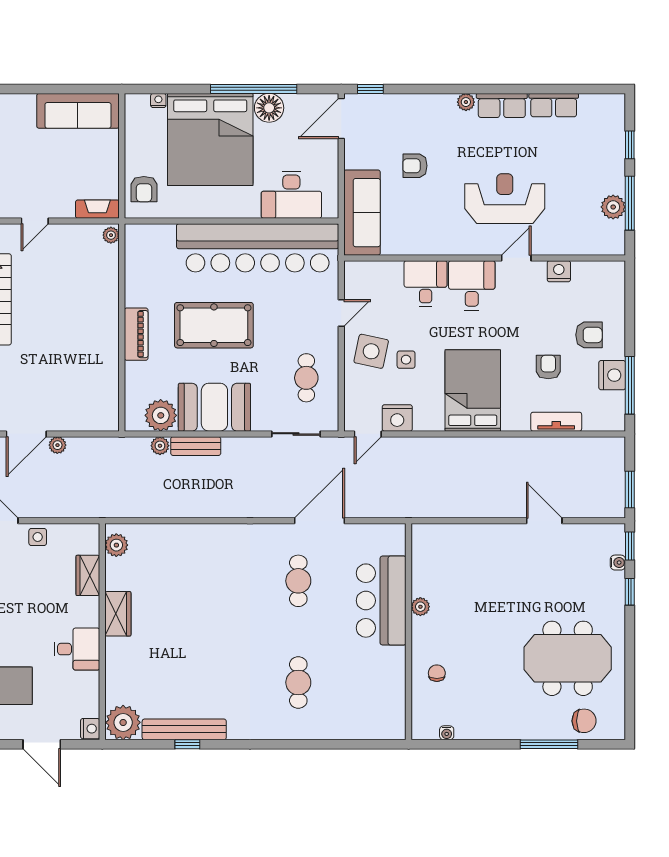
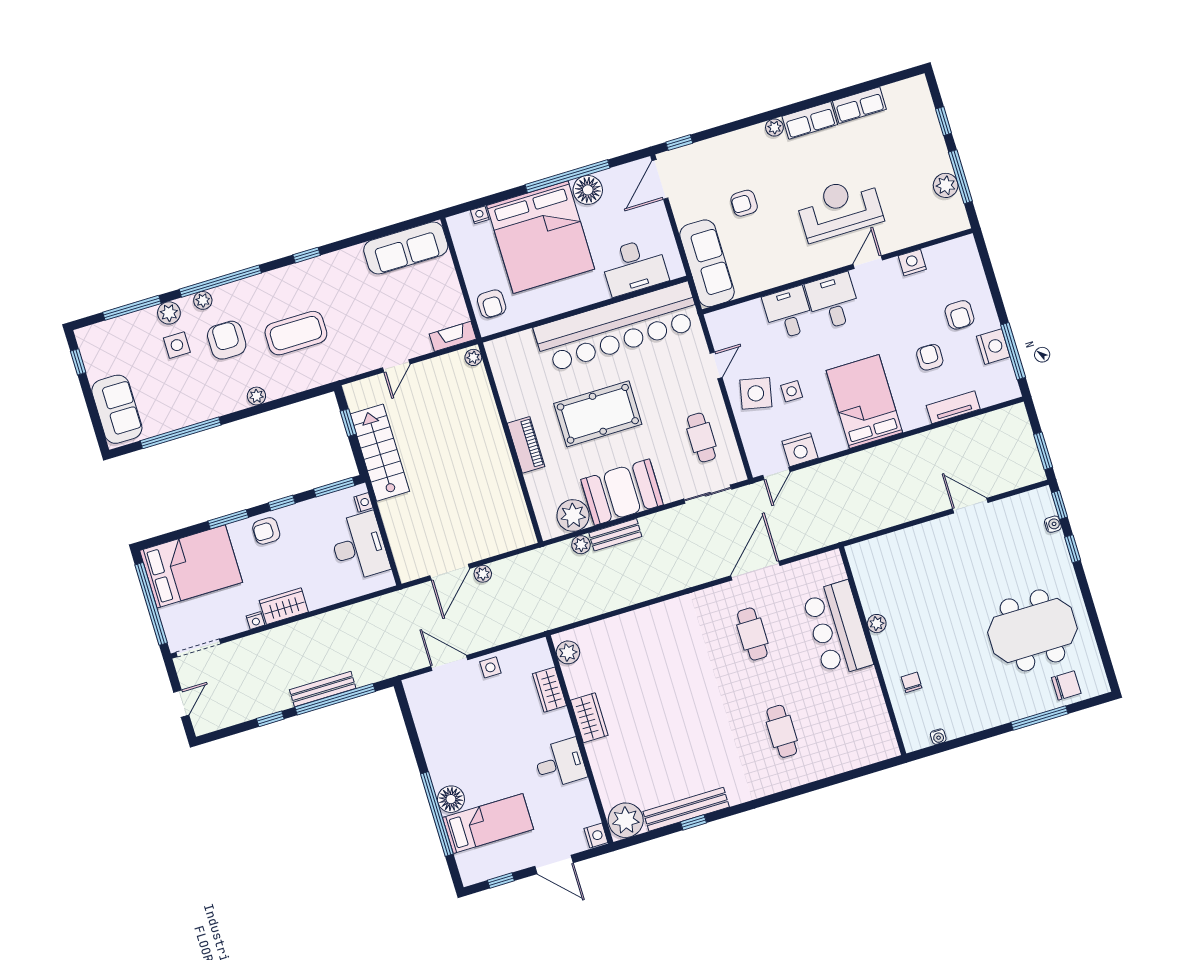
armchair: (589, 335) -> (959, 315), turned 90

